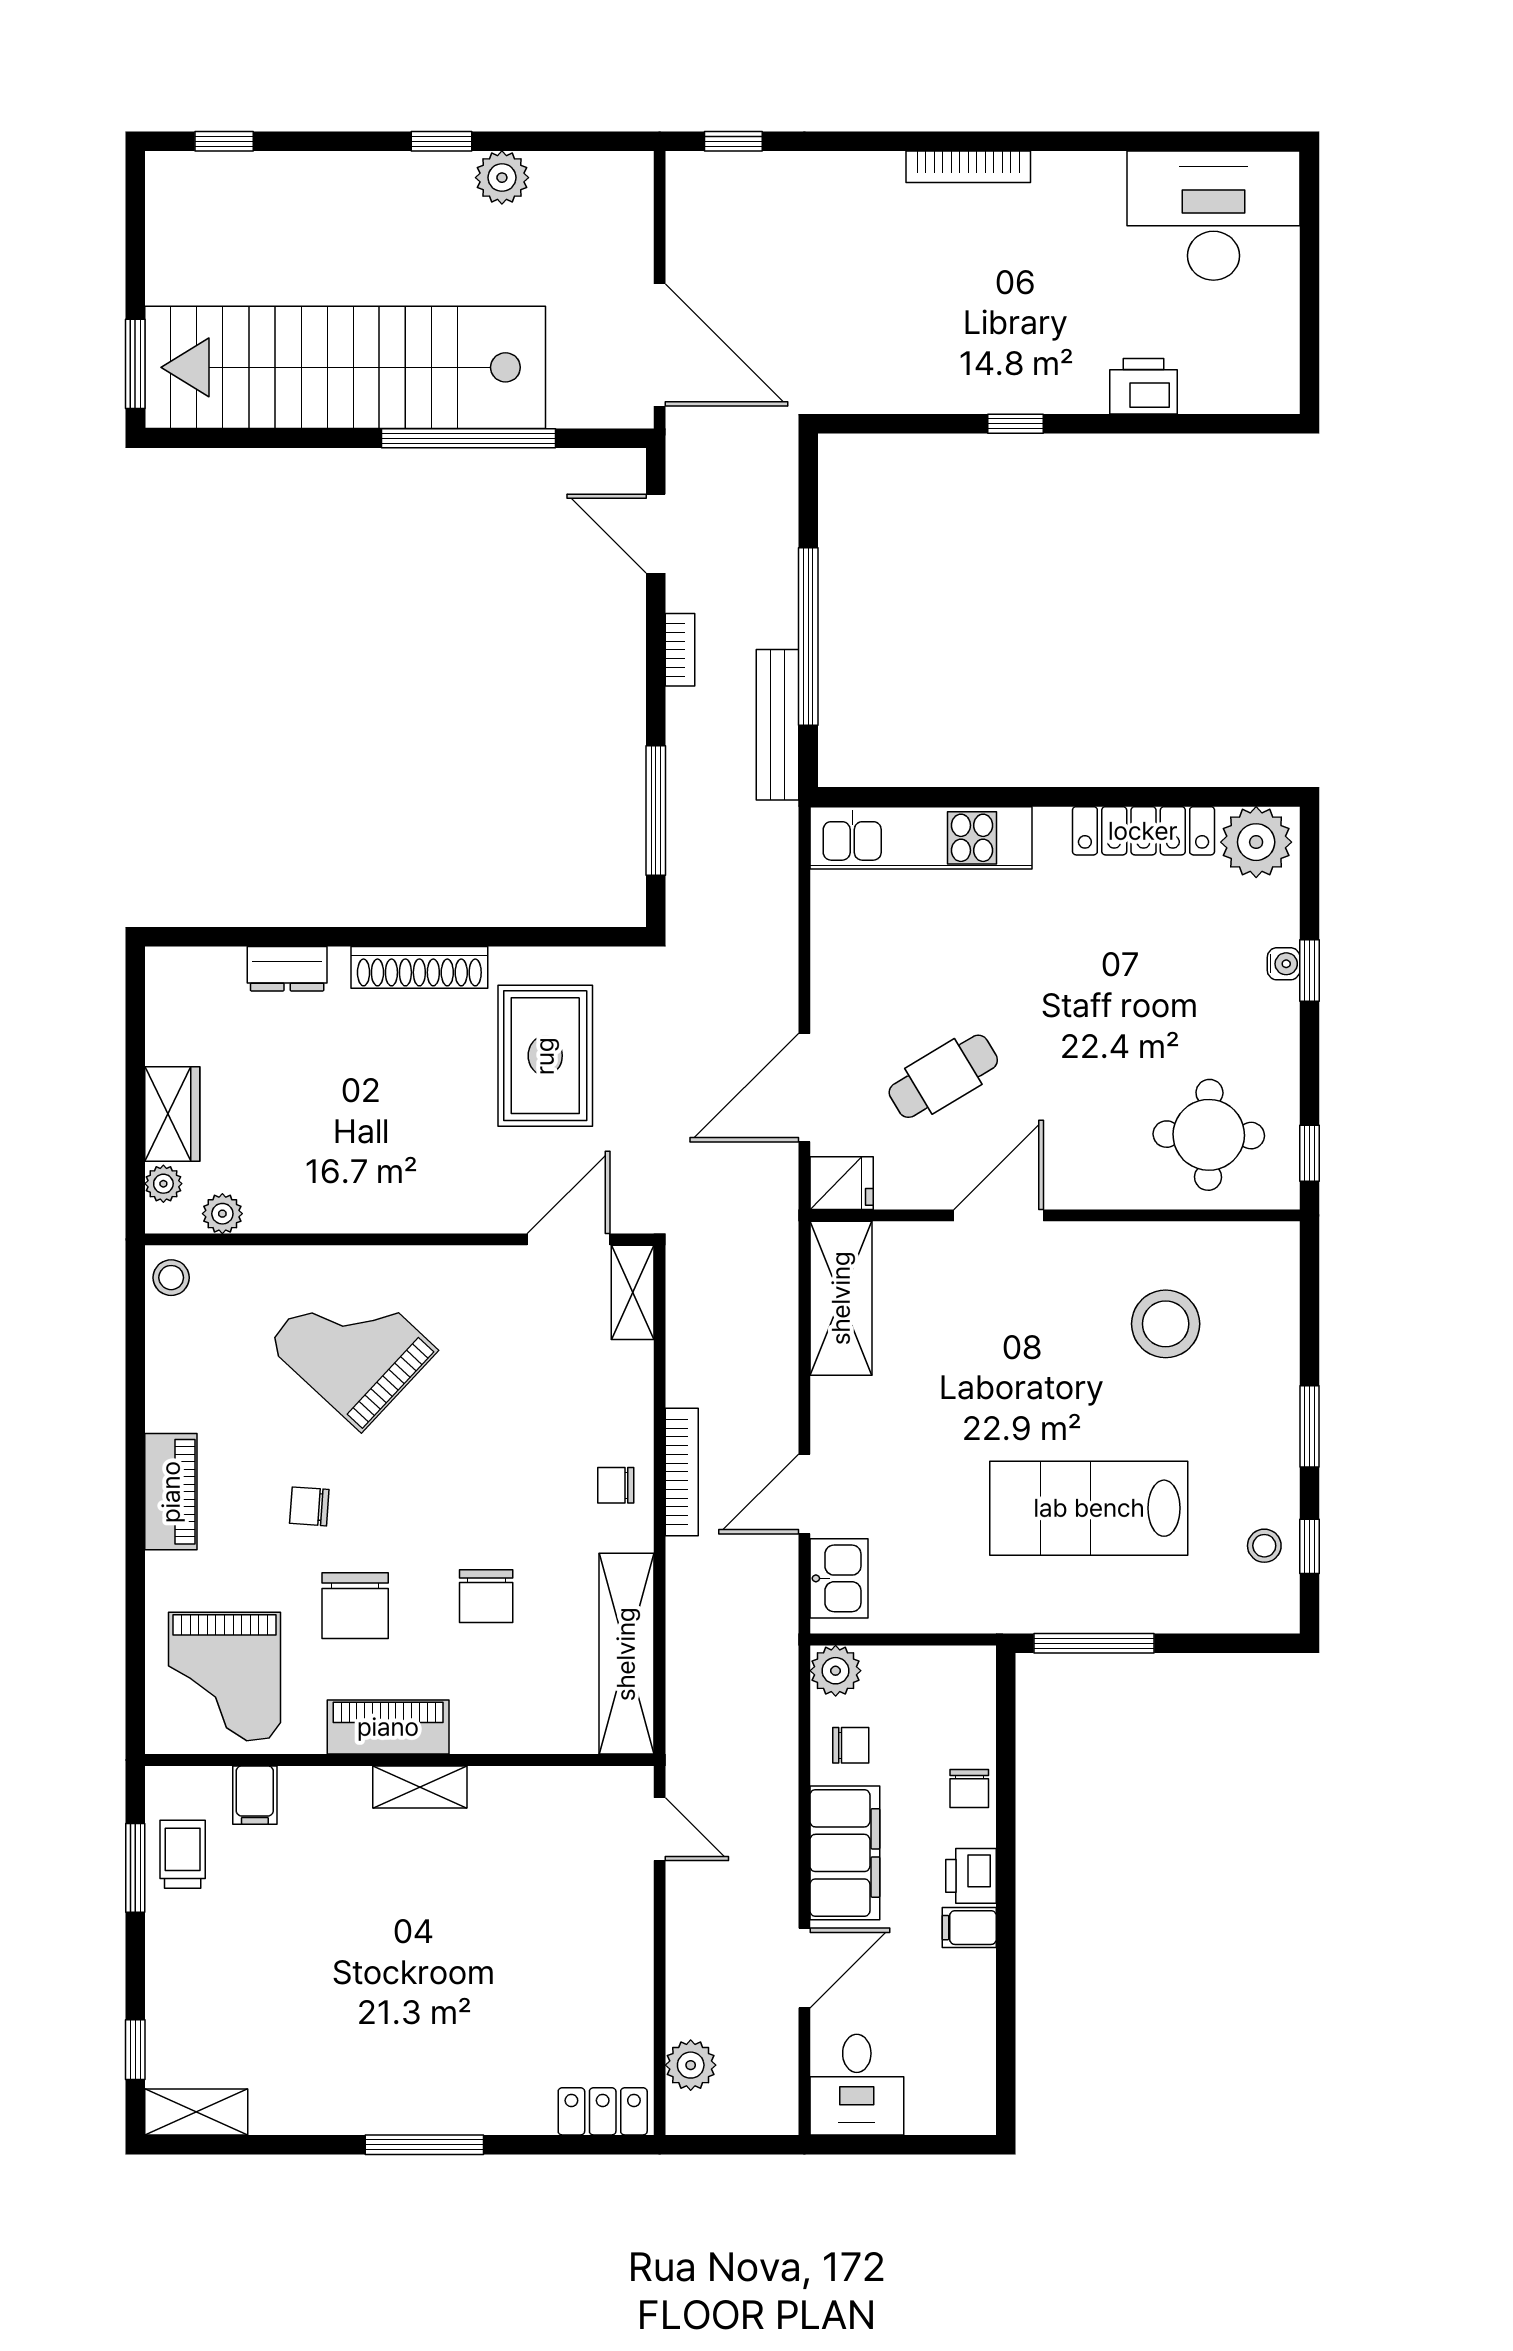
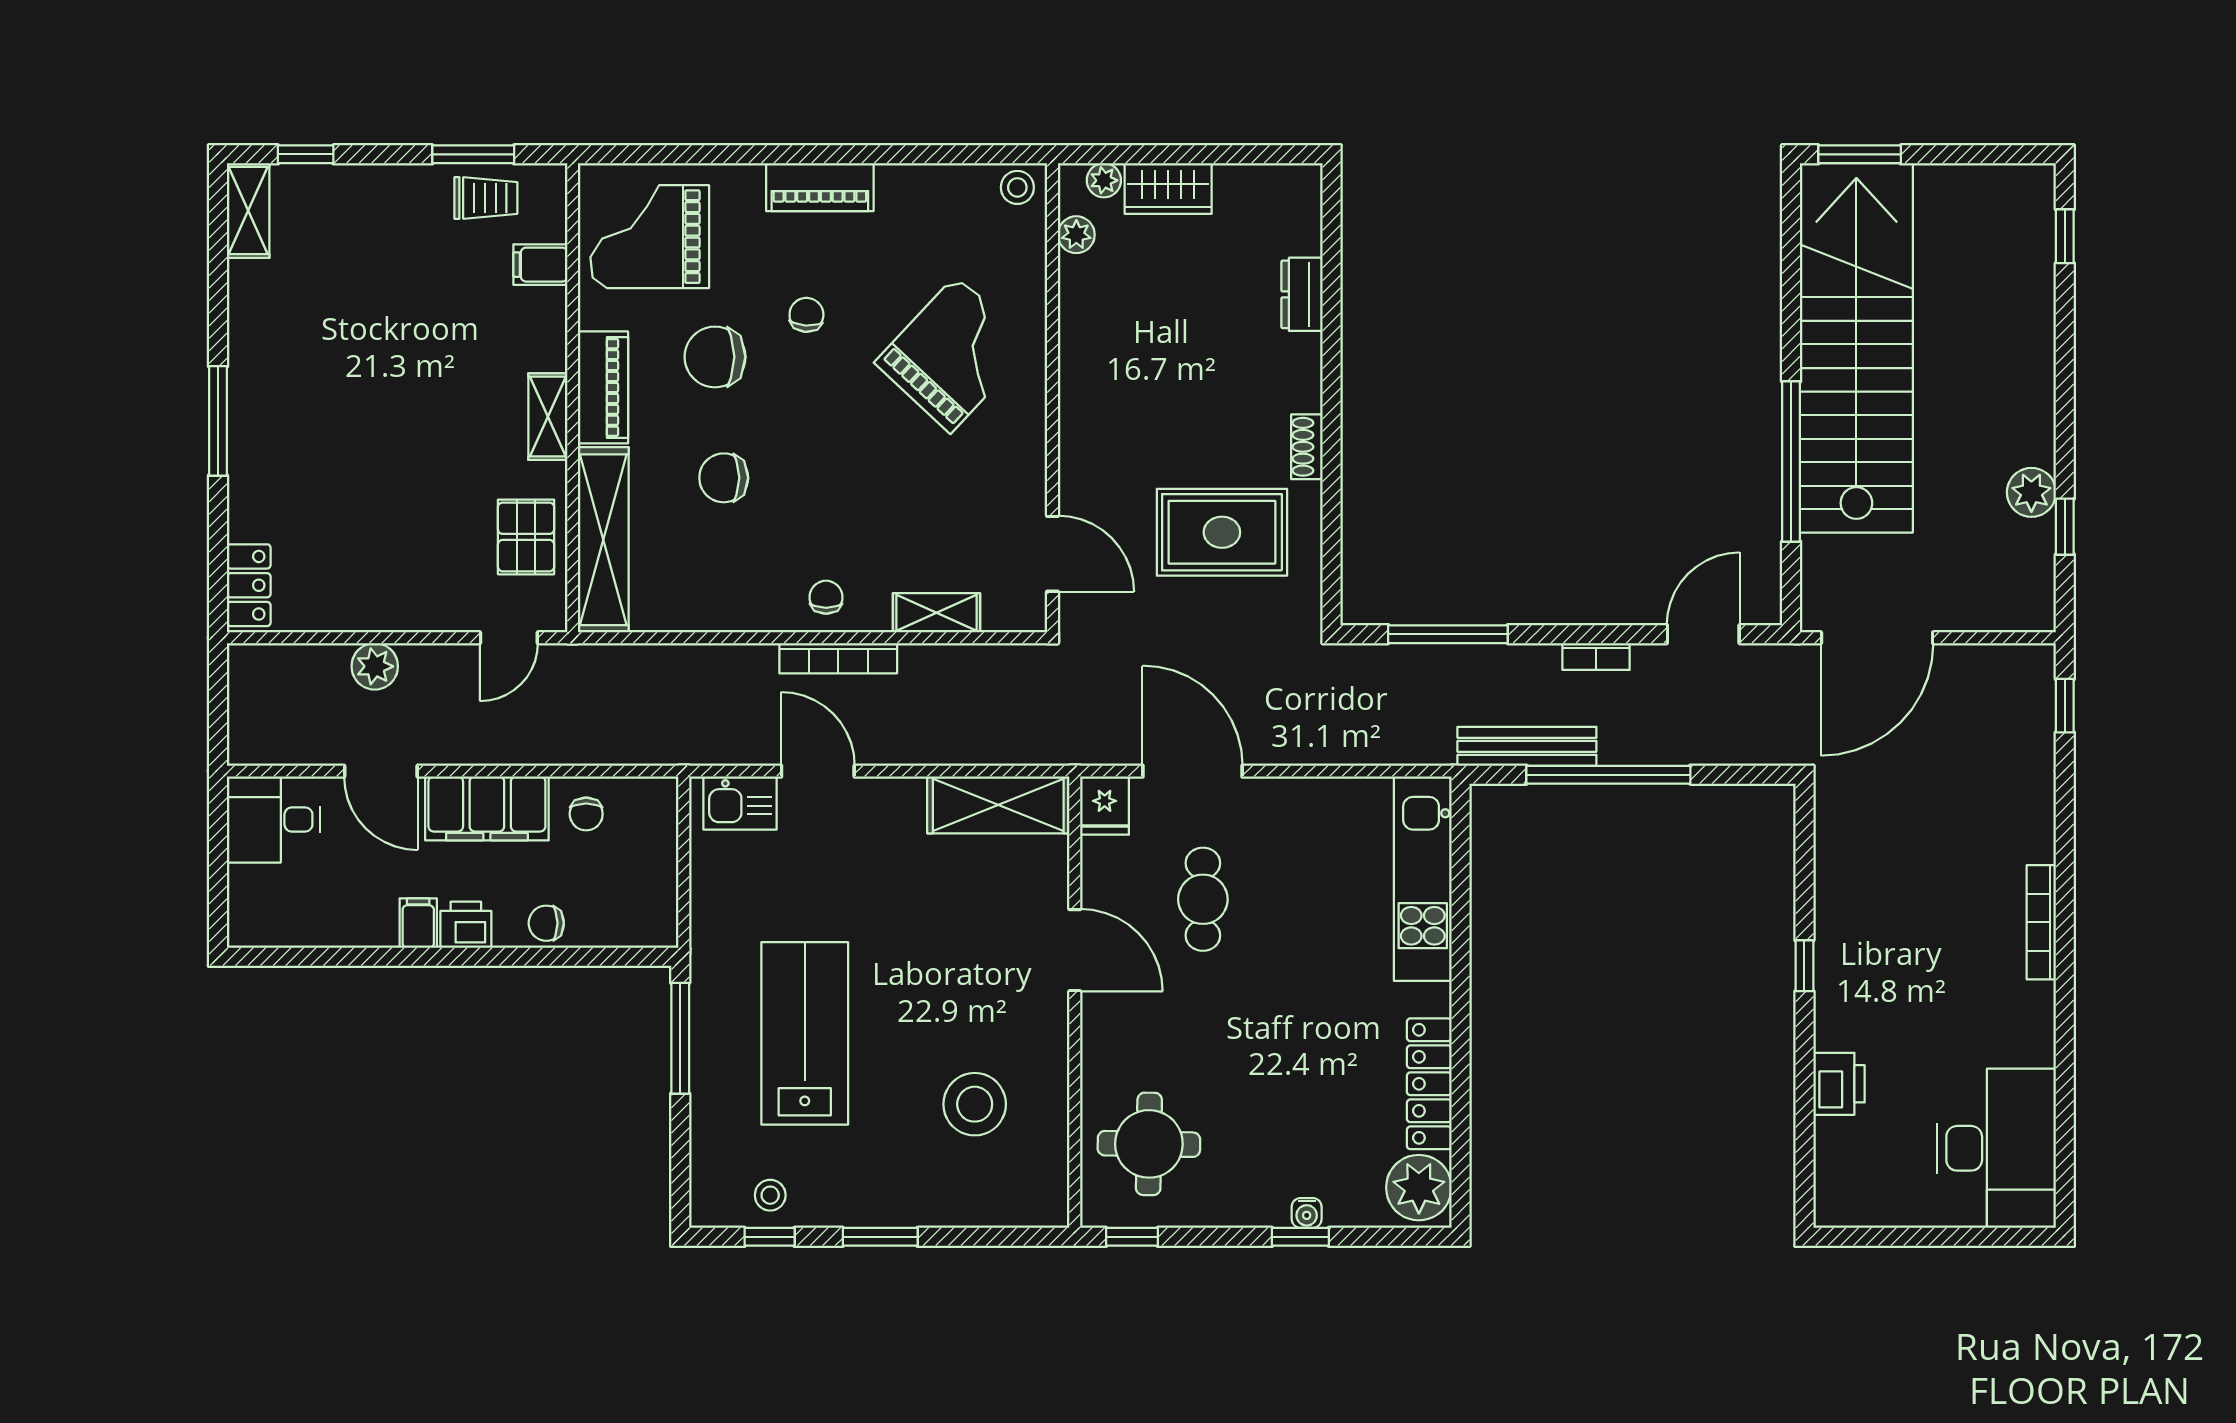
window: (442, 141) -> (2065, 527), moved
shoe rack: (419, 967) -> (1307, 447), width x0.51, depth x0.81
cafe table: (943, 1076) -> (1203, 899), turned 31
shelving: (633, 1292) -> (936, 613), moved
shelving: (626, 1654) -> (603, 540), moved, turned 90
plant: (836, 1671) -> (655, 800), removed
pallet: (550, 1811) -> (526, 537), added
plant: (691, 2065) -> (375, 666), moved

